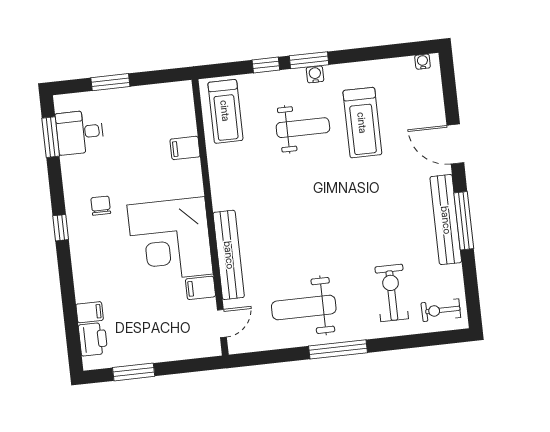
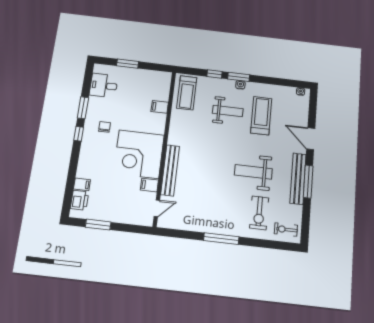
treadmill: (362, 123) -> (261, 116), turned 180
window: (51, 137) -> (83, 108), moved
exercise bike: (392, 293) -> (259, 213), turned 180
weight bench: (304, 308) -> (253, 172), moved

